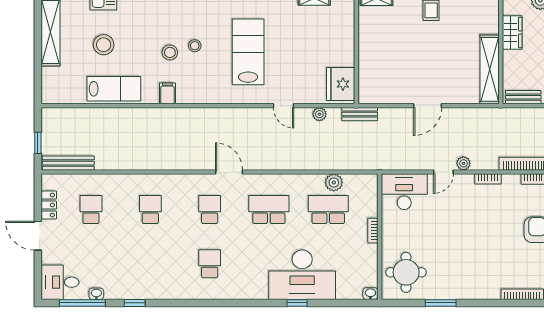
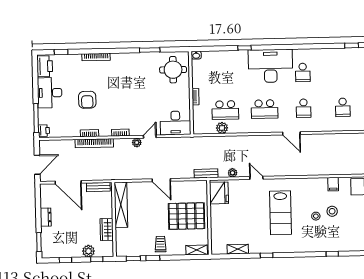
pallet: (391, 50) -> (186, 216), added
door: (428, 106) -> (161, 180), swing flipped
desk: (302, 275) -> (270, 66), moved

